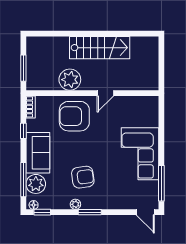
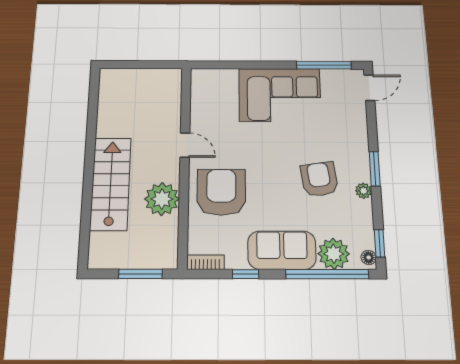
stairs: (100, 48) -> (111, 184), moved
armchair: (74, 116) -> (221, 192), turned 180
window: (23, 180) -> (327, 274), width x1.46

